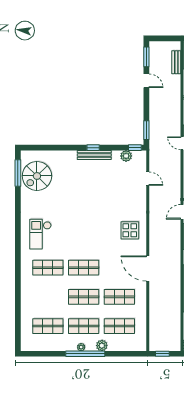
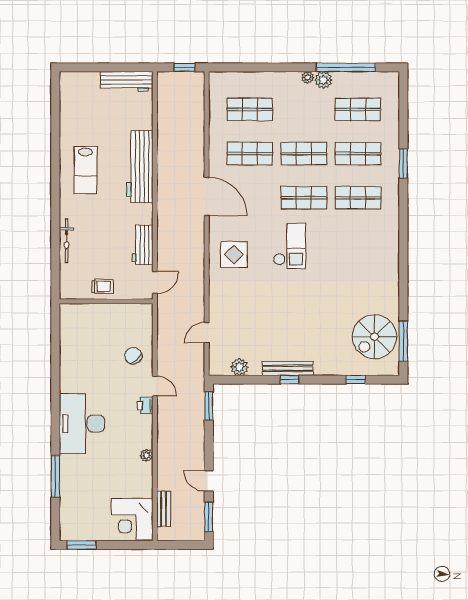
window: (135, 148) -> (356, 380), moved
spiral stairs: (37, 176) -> (375, 337), turned 180
door: (148, 179) -> (207, 333), hinge flipped
checkout: (40, 234) -> (290, 246), moved
window: (18, 290) -> (403, 163), added
shop shelf: (84, 326) -> (358, 154), moved
plant: (102, 346) -> (323, 80), moved
window: (85, 354) -> (346, 67), moved

